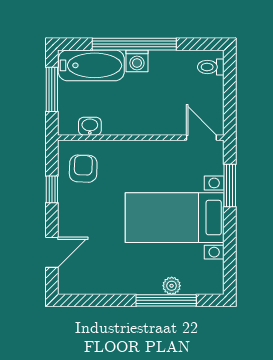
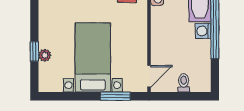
toilet: (211, 67) -> (184, 83), moved
window: (166, 300) -> (34, 51), width x0.46

